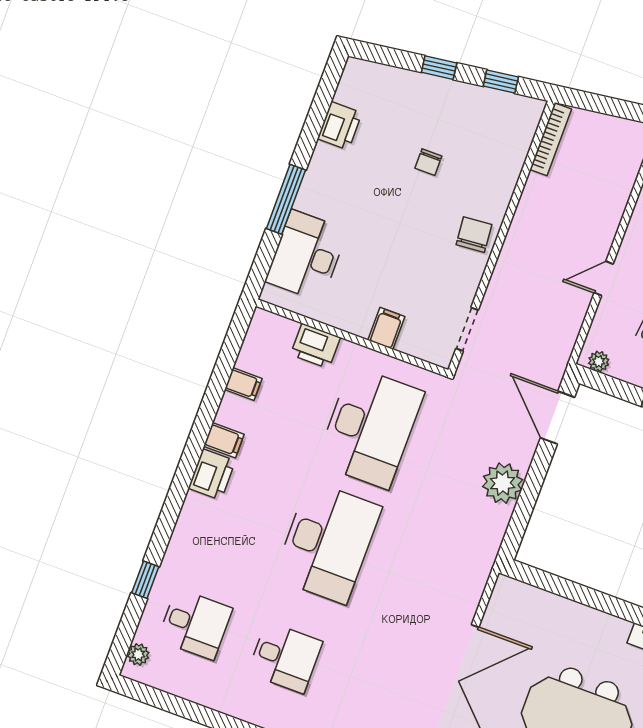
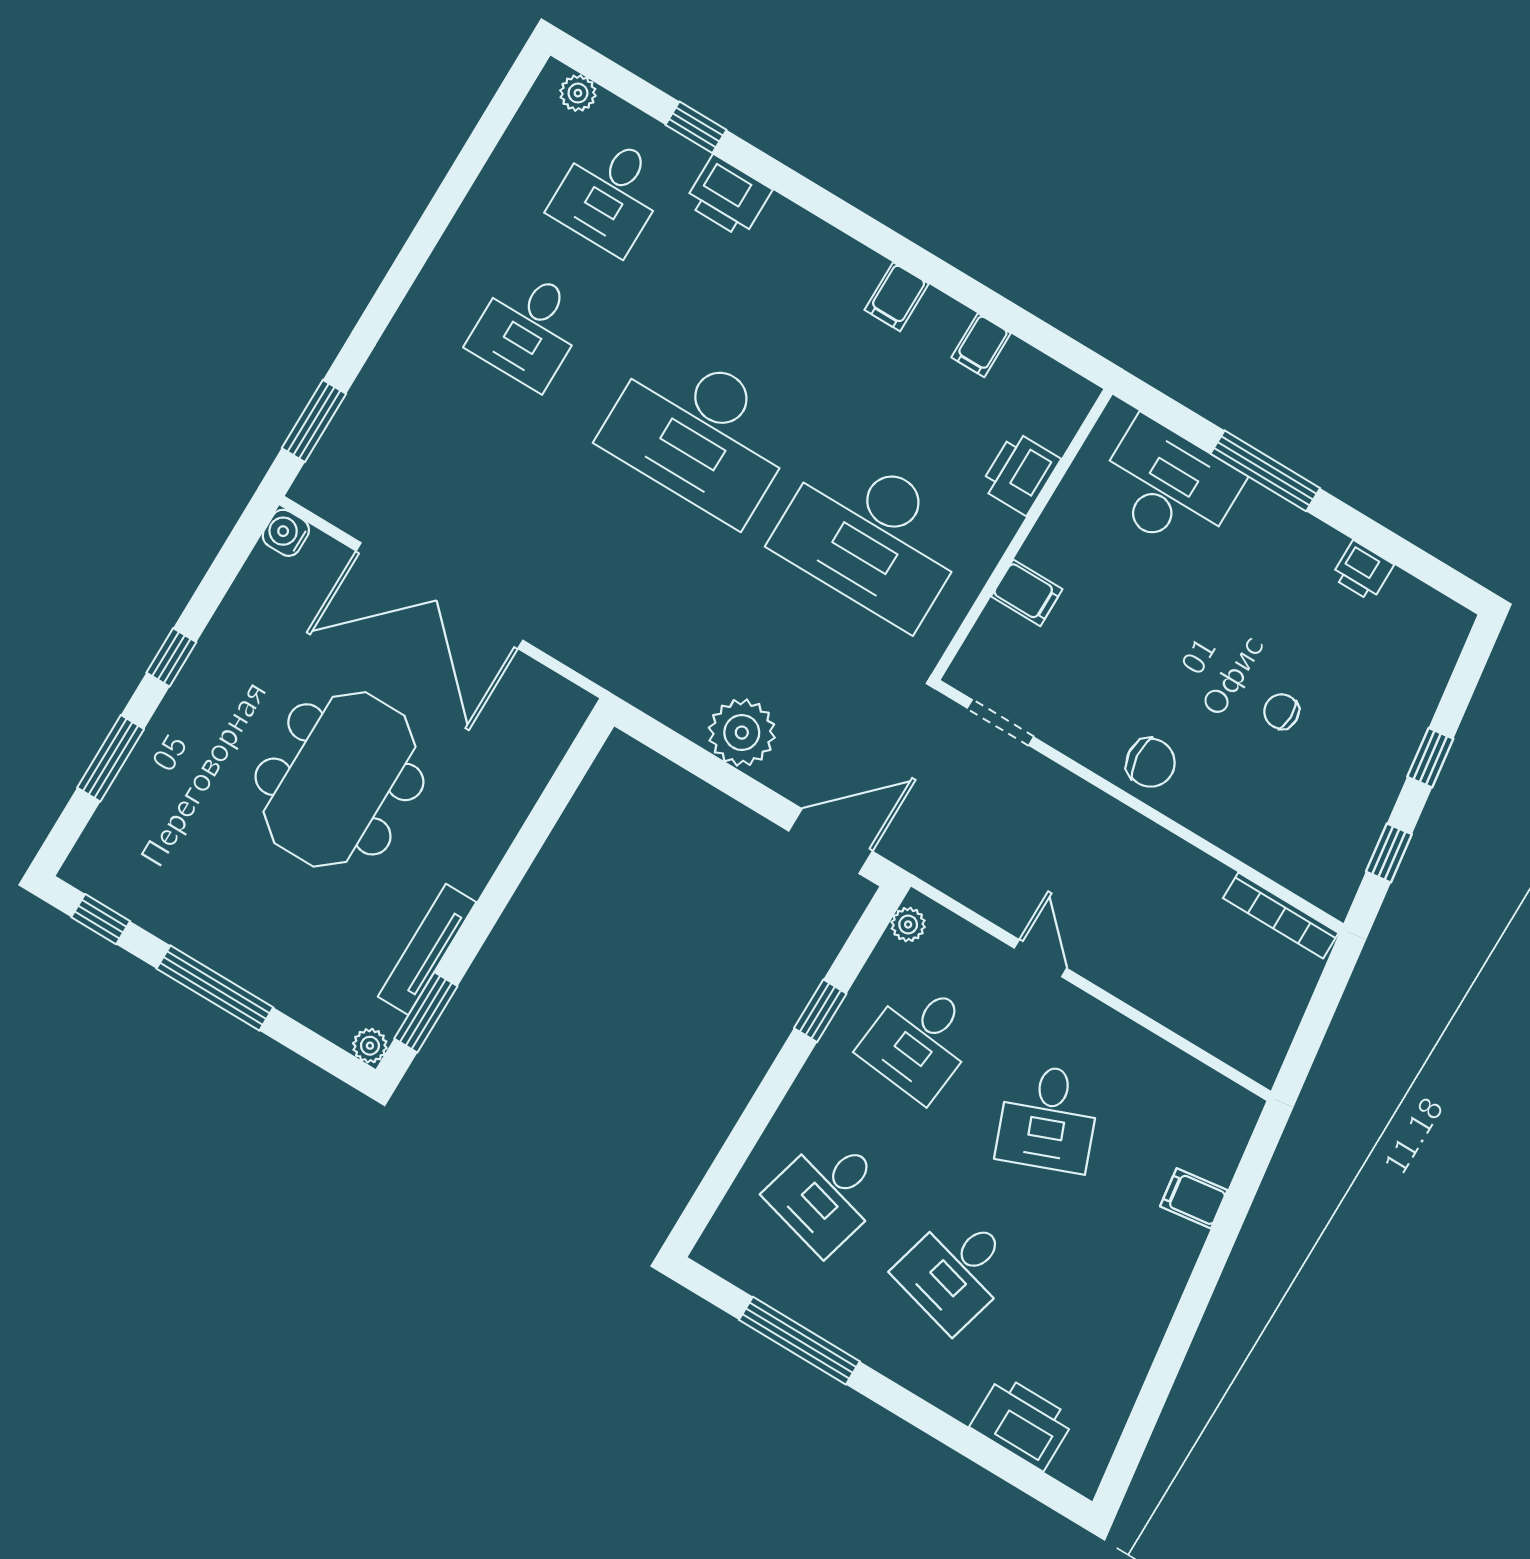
printer: (340, 126) -> (1362, 571), width x0.73, depth x0.81
printer: (212, 474) -> (728, 196), moved

